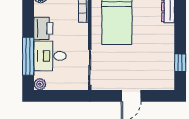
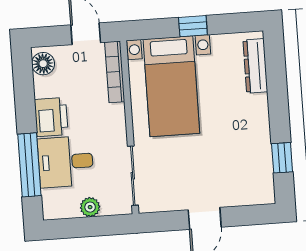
plant: (40, 84) -> (90, 207), moved

